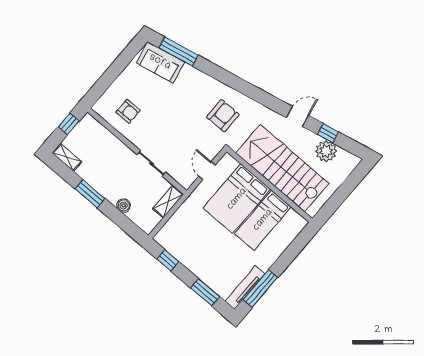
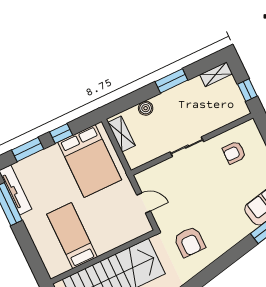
sliding door: (151, 164) -> (187, 147), moved
bed: (237, 199) -> (90, 161), moved, turned 180
shelving: (168, 202) -> (121, 134), moved
window: (168, 260) -> (61, 133), moved

